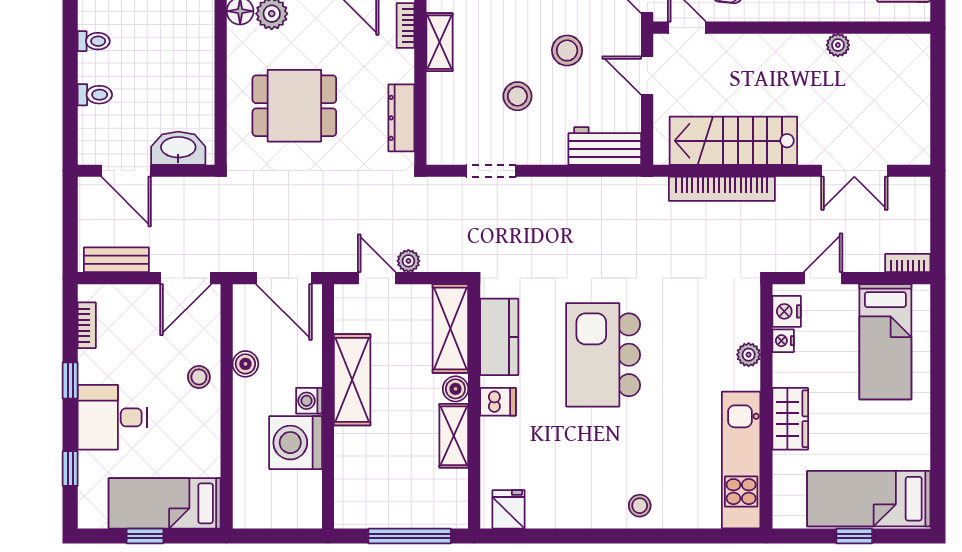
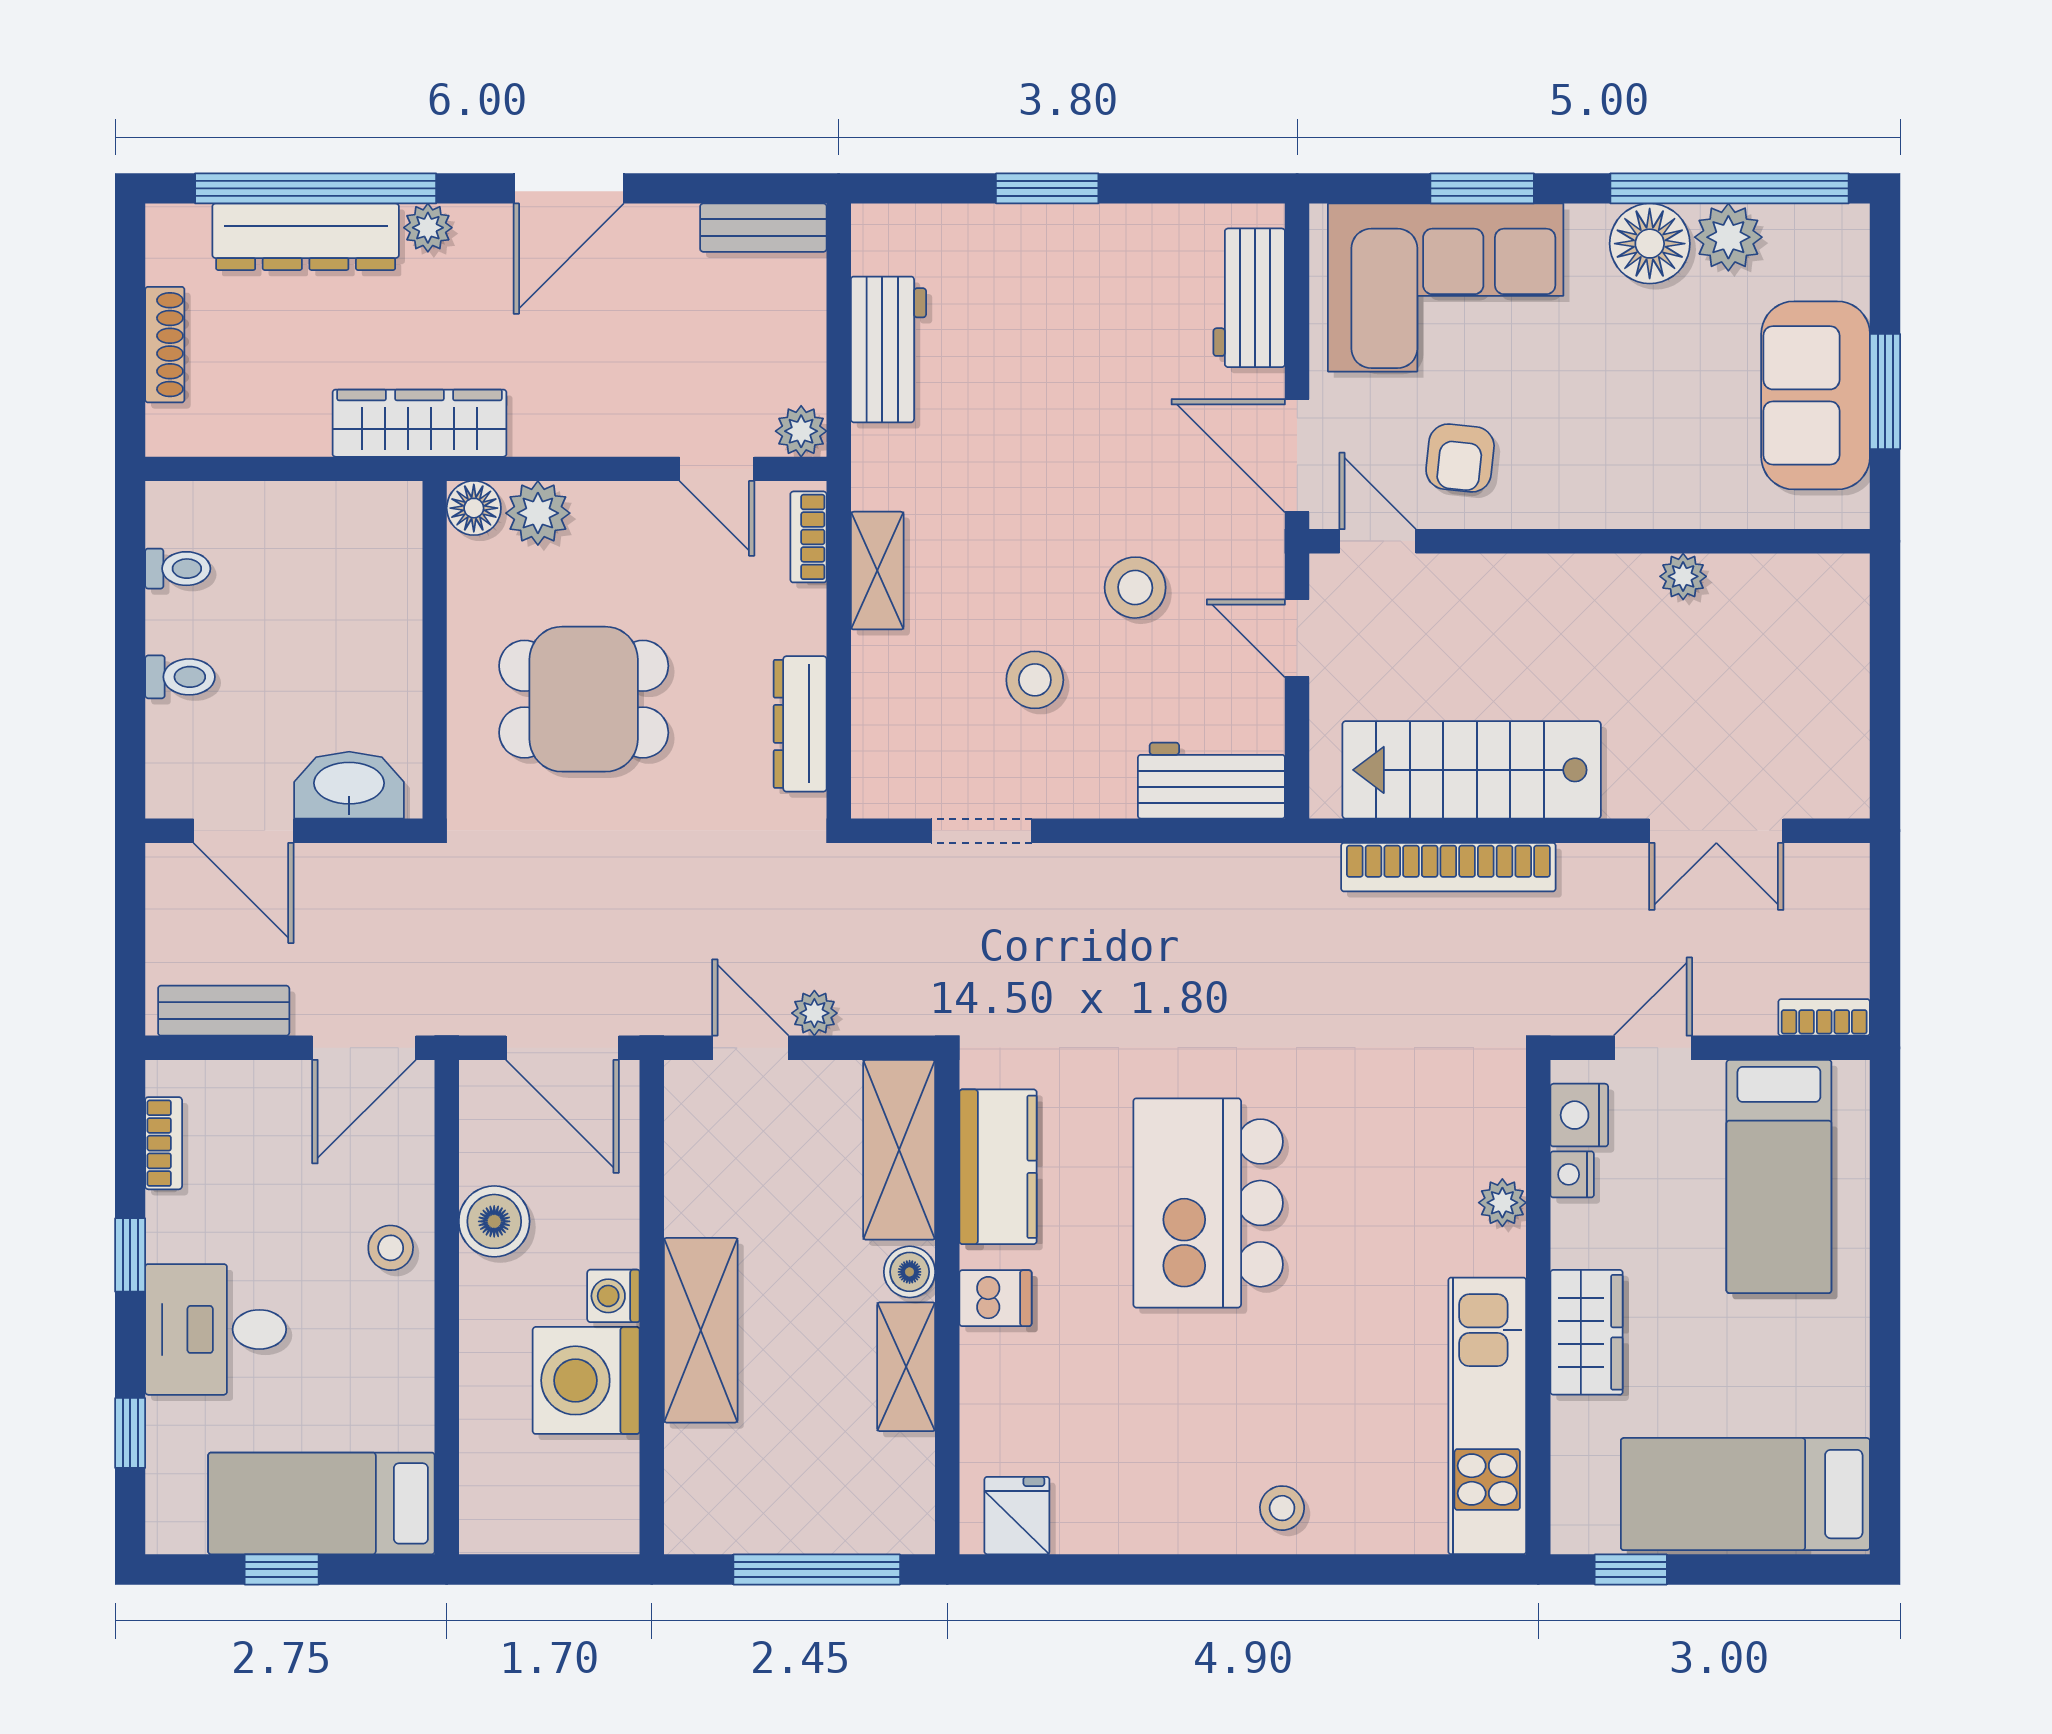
boiler: (245, 364) -> (494, 1221), width x1.36, depth x1.36
shelving: (352, 380) -> (701, 1330), moved
window: (854, 536) -> (1631, 1569), moved

